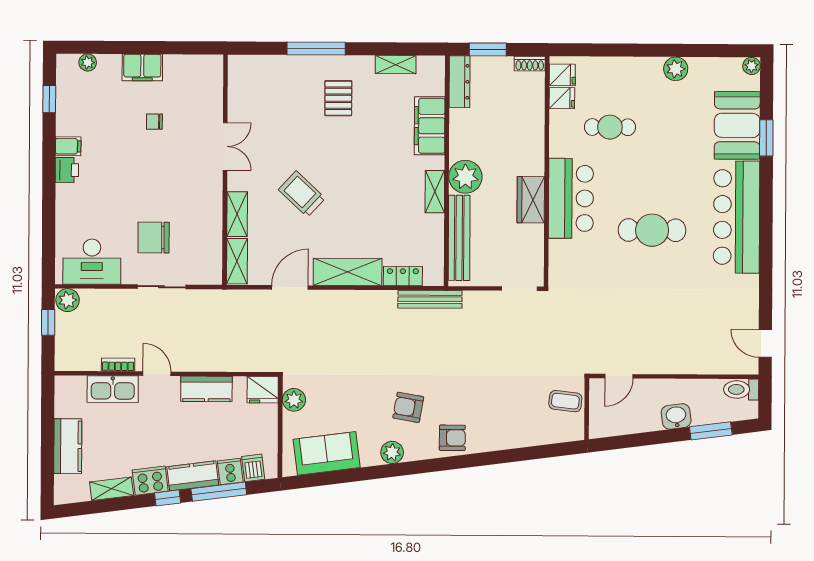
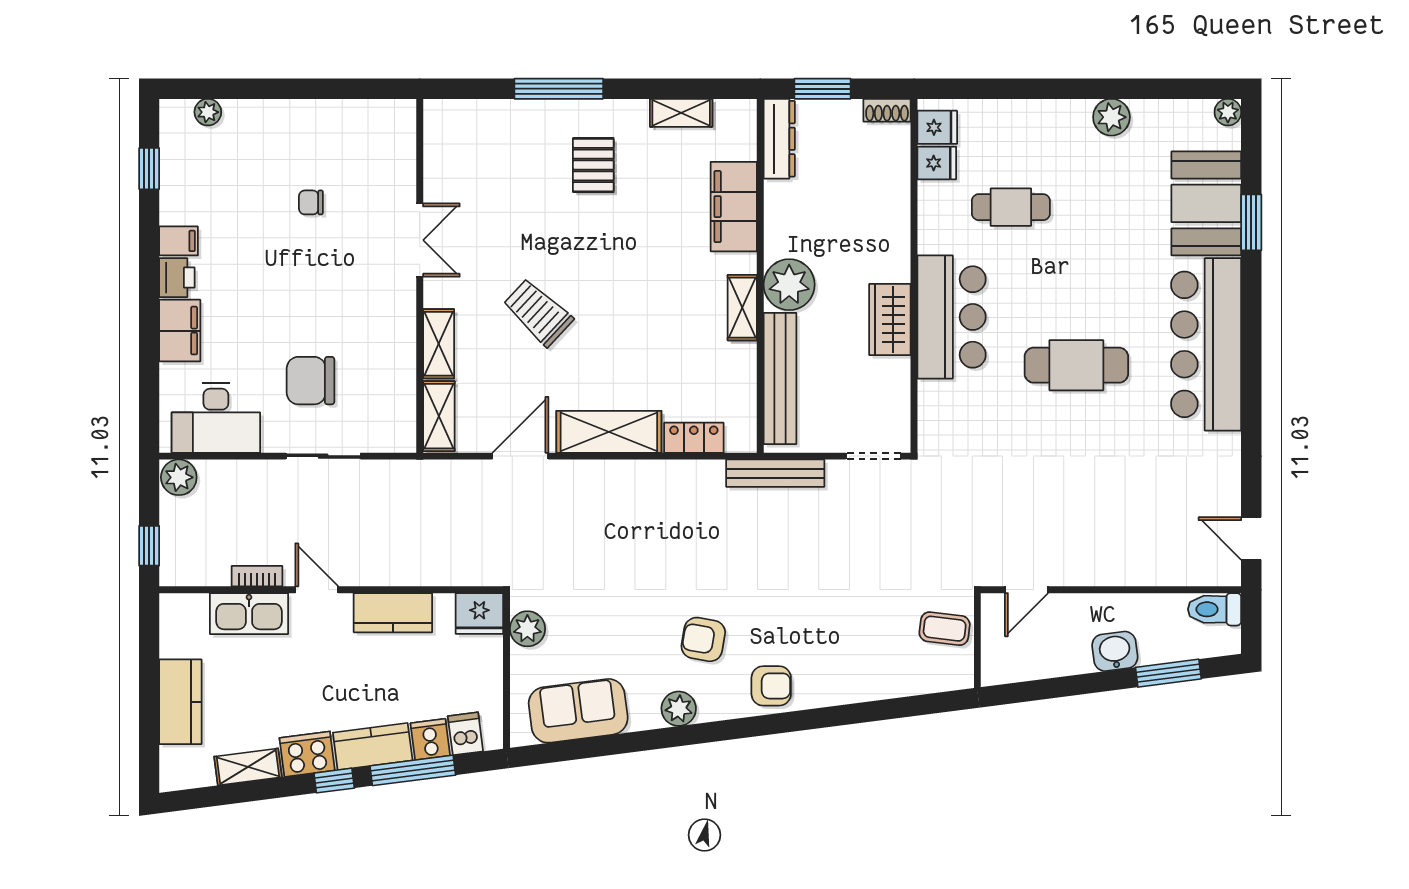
filing cabinet: (142, 67) -> (180, 331), moved, turned -90
bench: (430, 299) -> (775, 473), moved
window: (48, 322) -> (149, 546), moved

